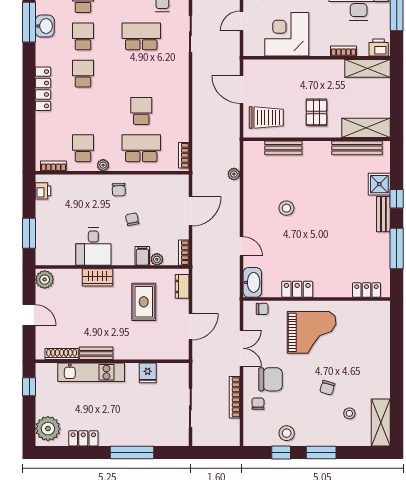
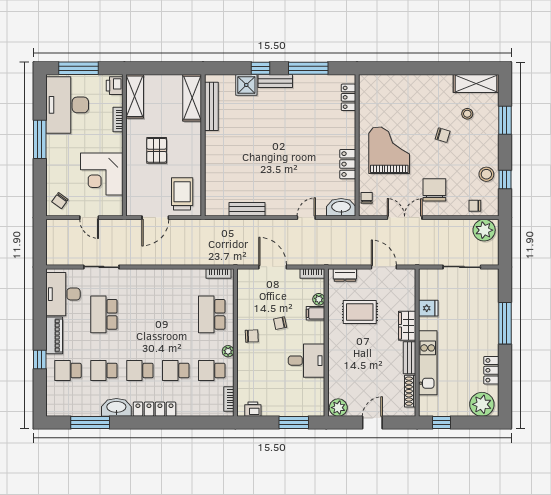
washbasin: (45, 26) -> (116, 407), moved, width x1.38
school desk: (141, 111) -> (176, 371), moved
pallet: (316, 112) -> (157, 150), moved, turned 90
bench: (283, 148) -> (247, 209), moved, turned 90
plant: (234, 174) -> (484, 230), moved, width x1.88, depth x1.88
stool: (286, 208) -> (269, 174), removed
wardrobe: (97, 277) -> (407, 326), moved, turned 180
bookcase: (235, 397) -> (452, 224), removed
chair: (258, 404) -> (475, 206), moved
window: (321, 452) -> (505, 120), moved

